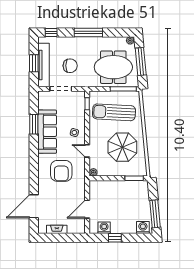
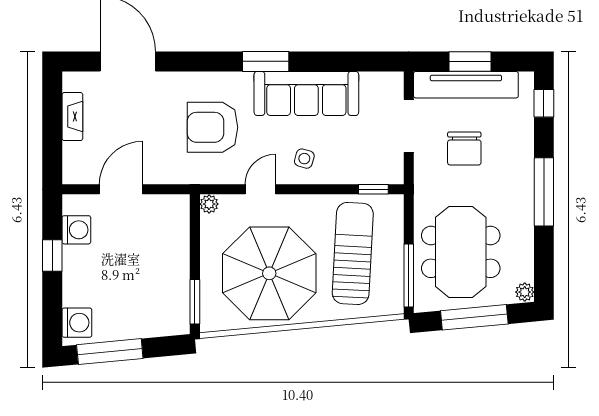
window: (34, 124) -> (266, 61), moved
parasol: (122, 147) -> (269, 273), width x1.36, depth x1.36
door: (87, 209) -> (121, 189), hinge flipped

